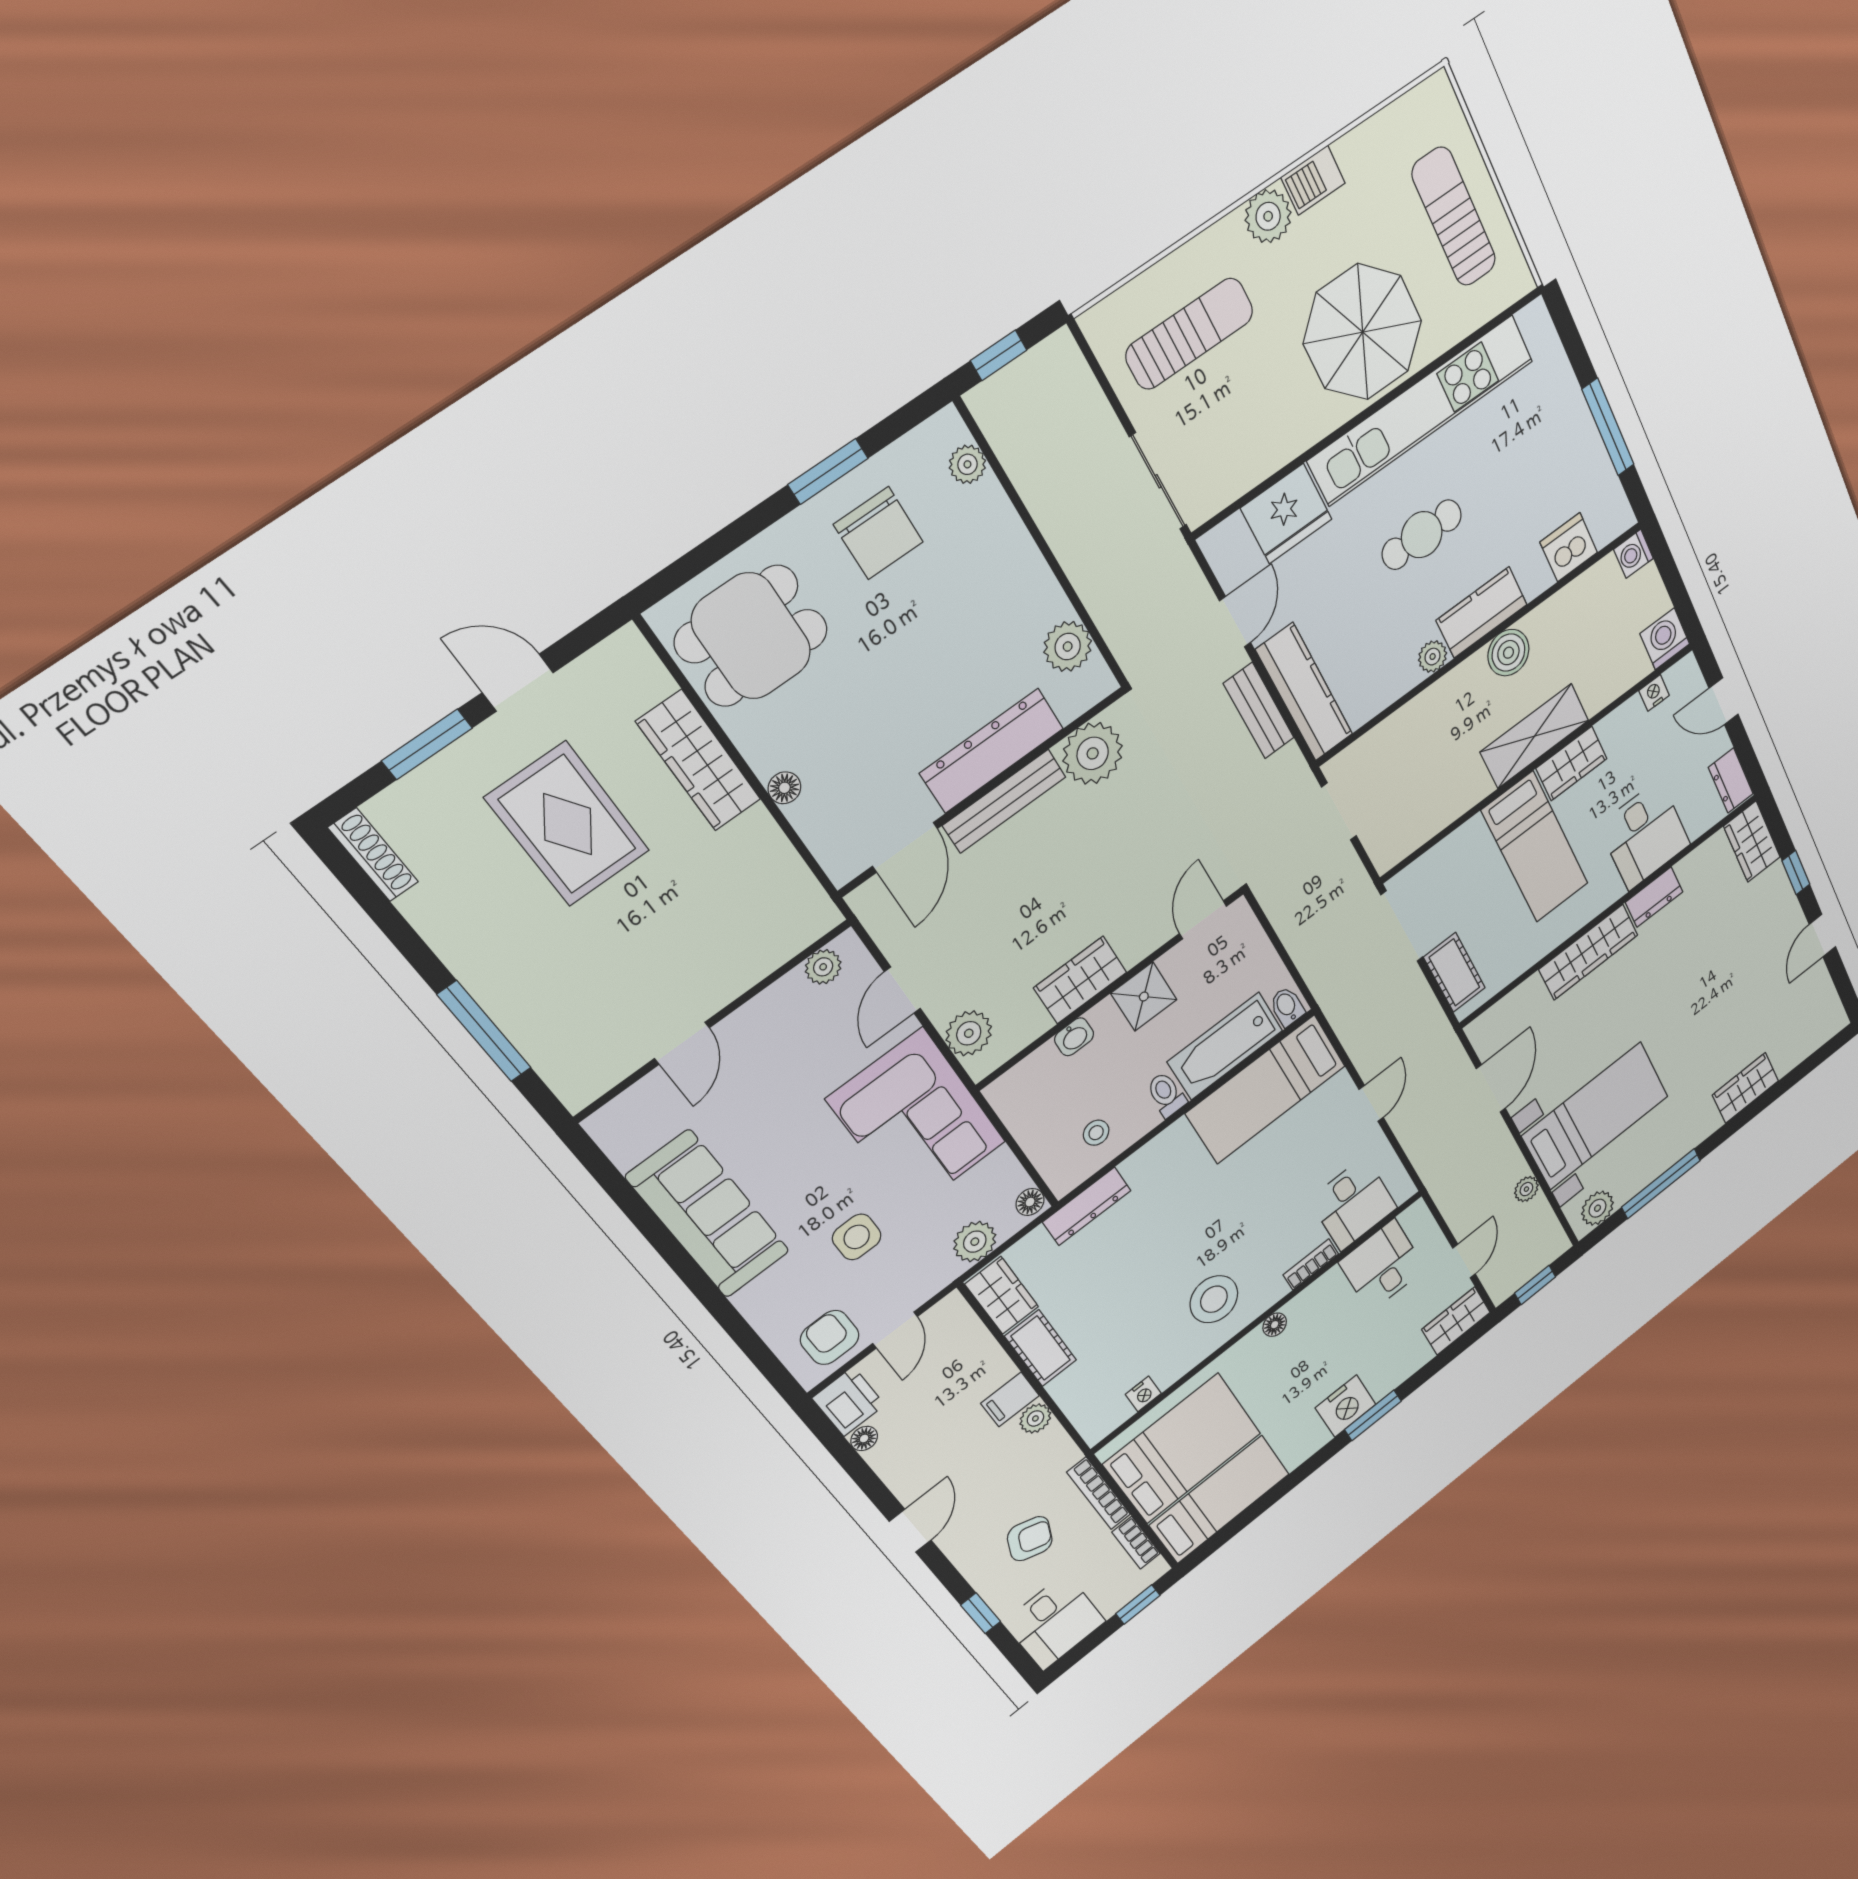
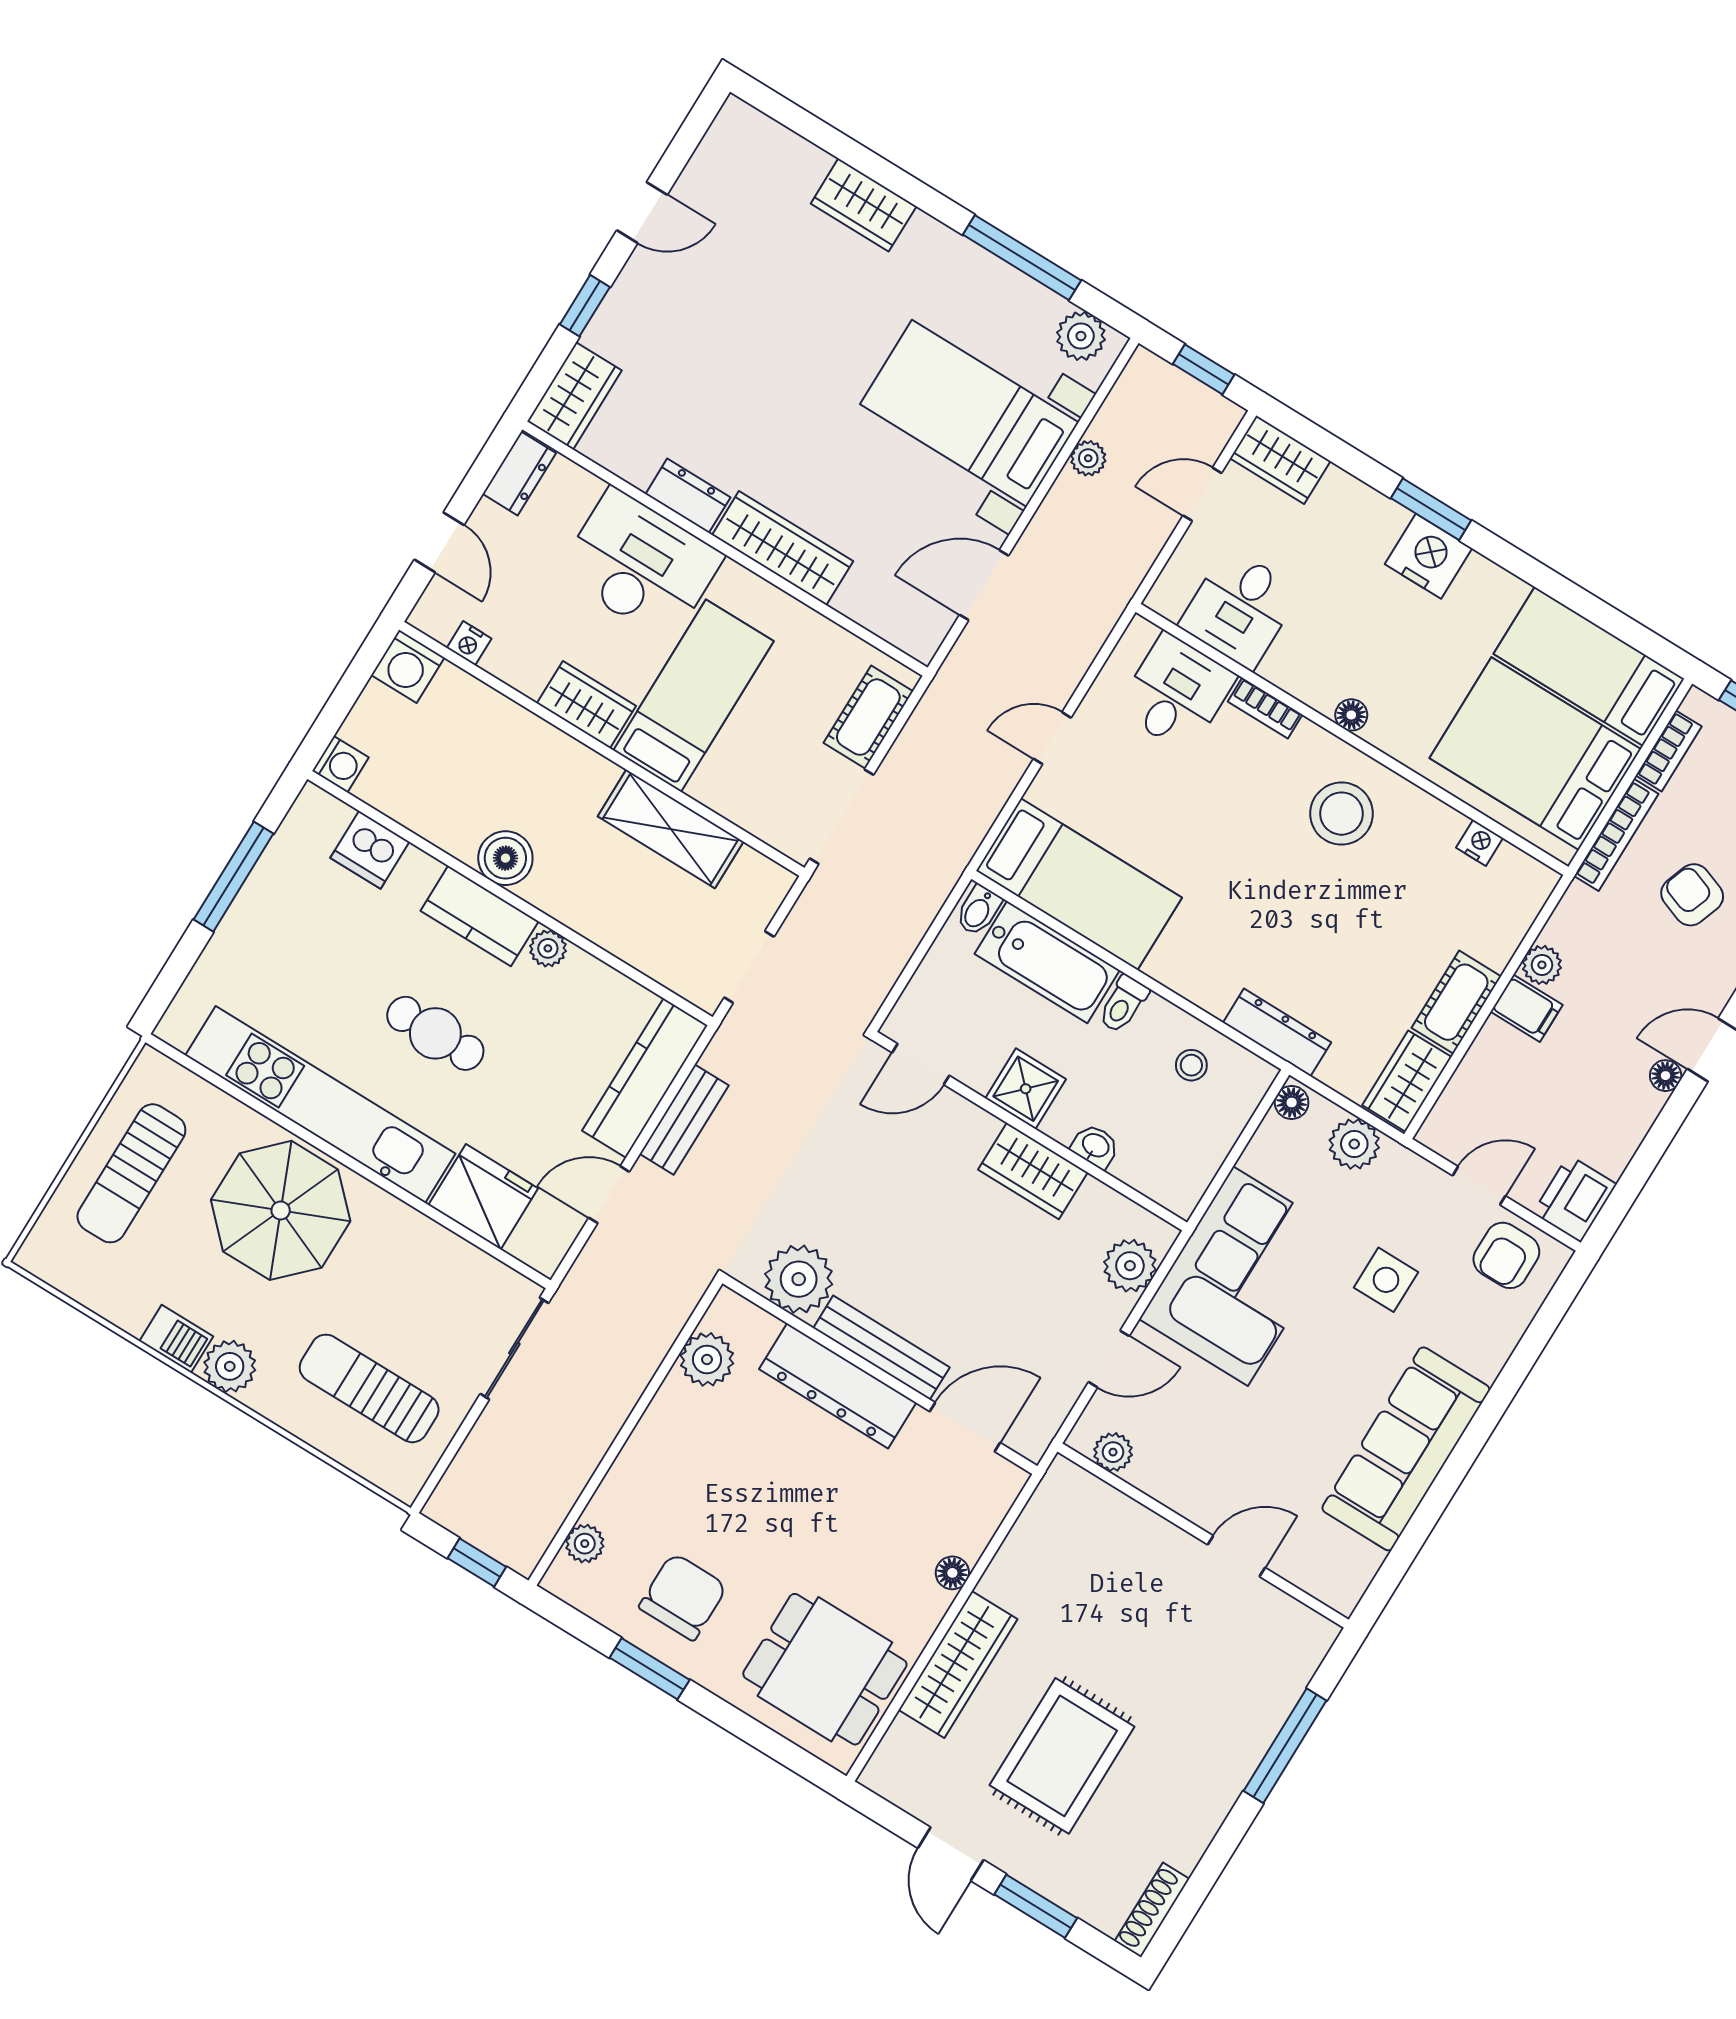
shelving: (1535, 736) -> (671, 829), moved
desk: (1645, 835) -> (640, 565), width x1.37
floor lamp: (864, 1439) -> (1666, 1076), moved

